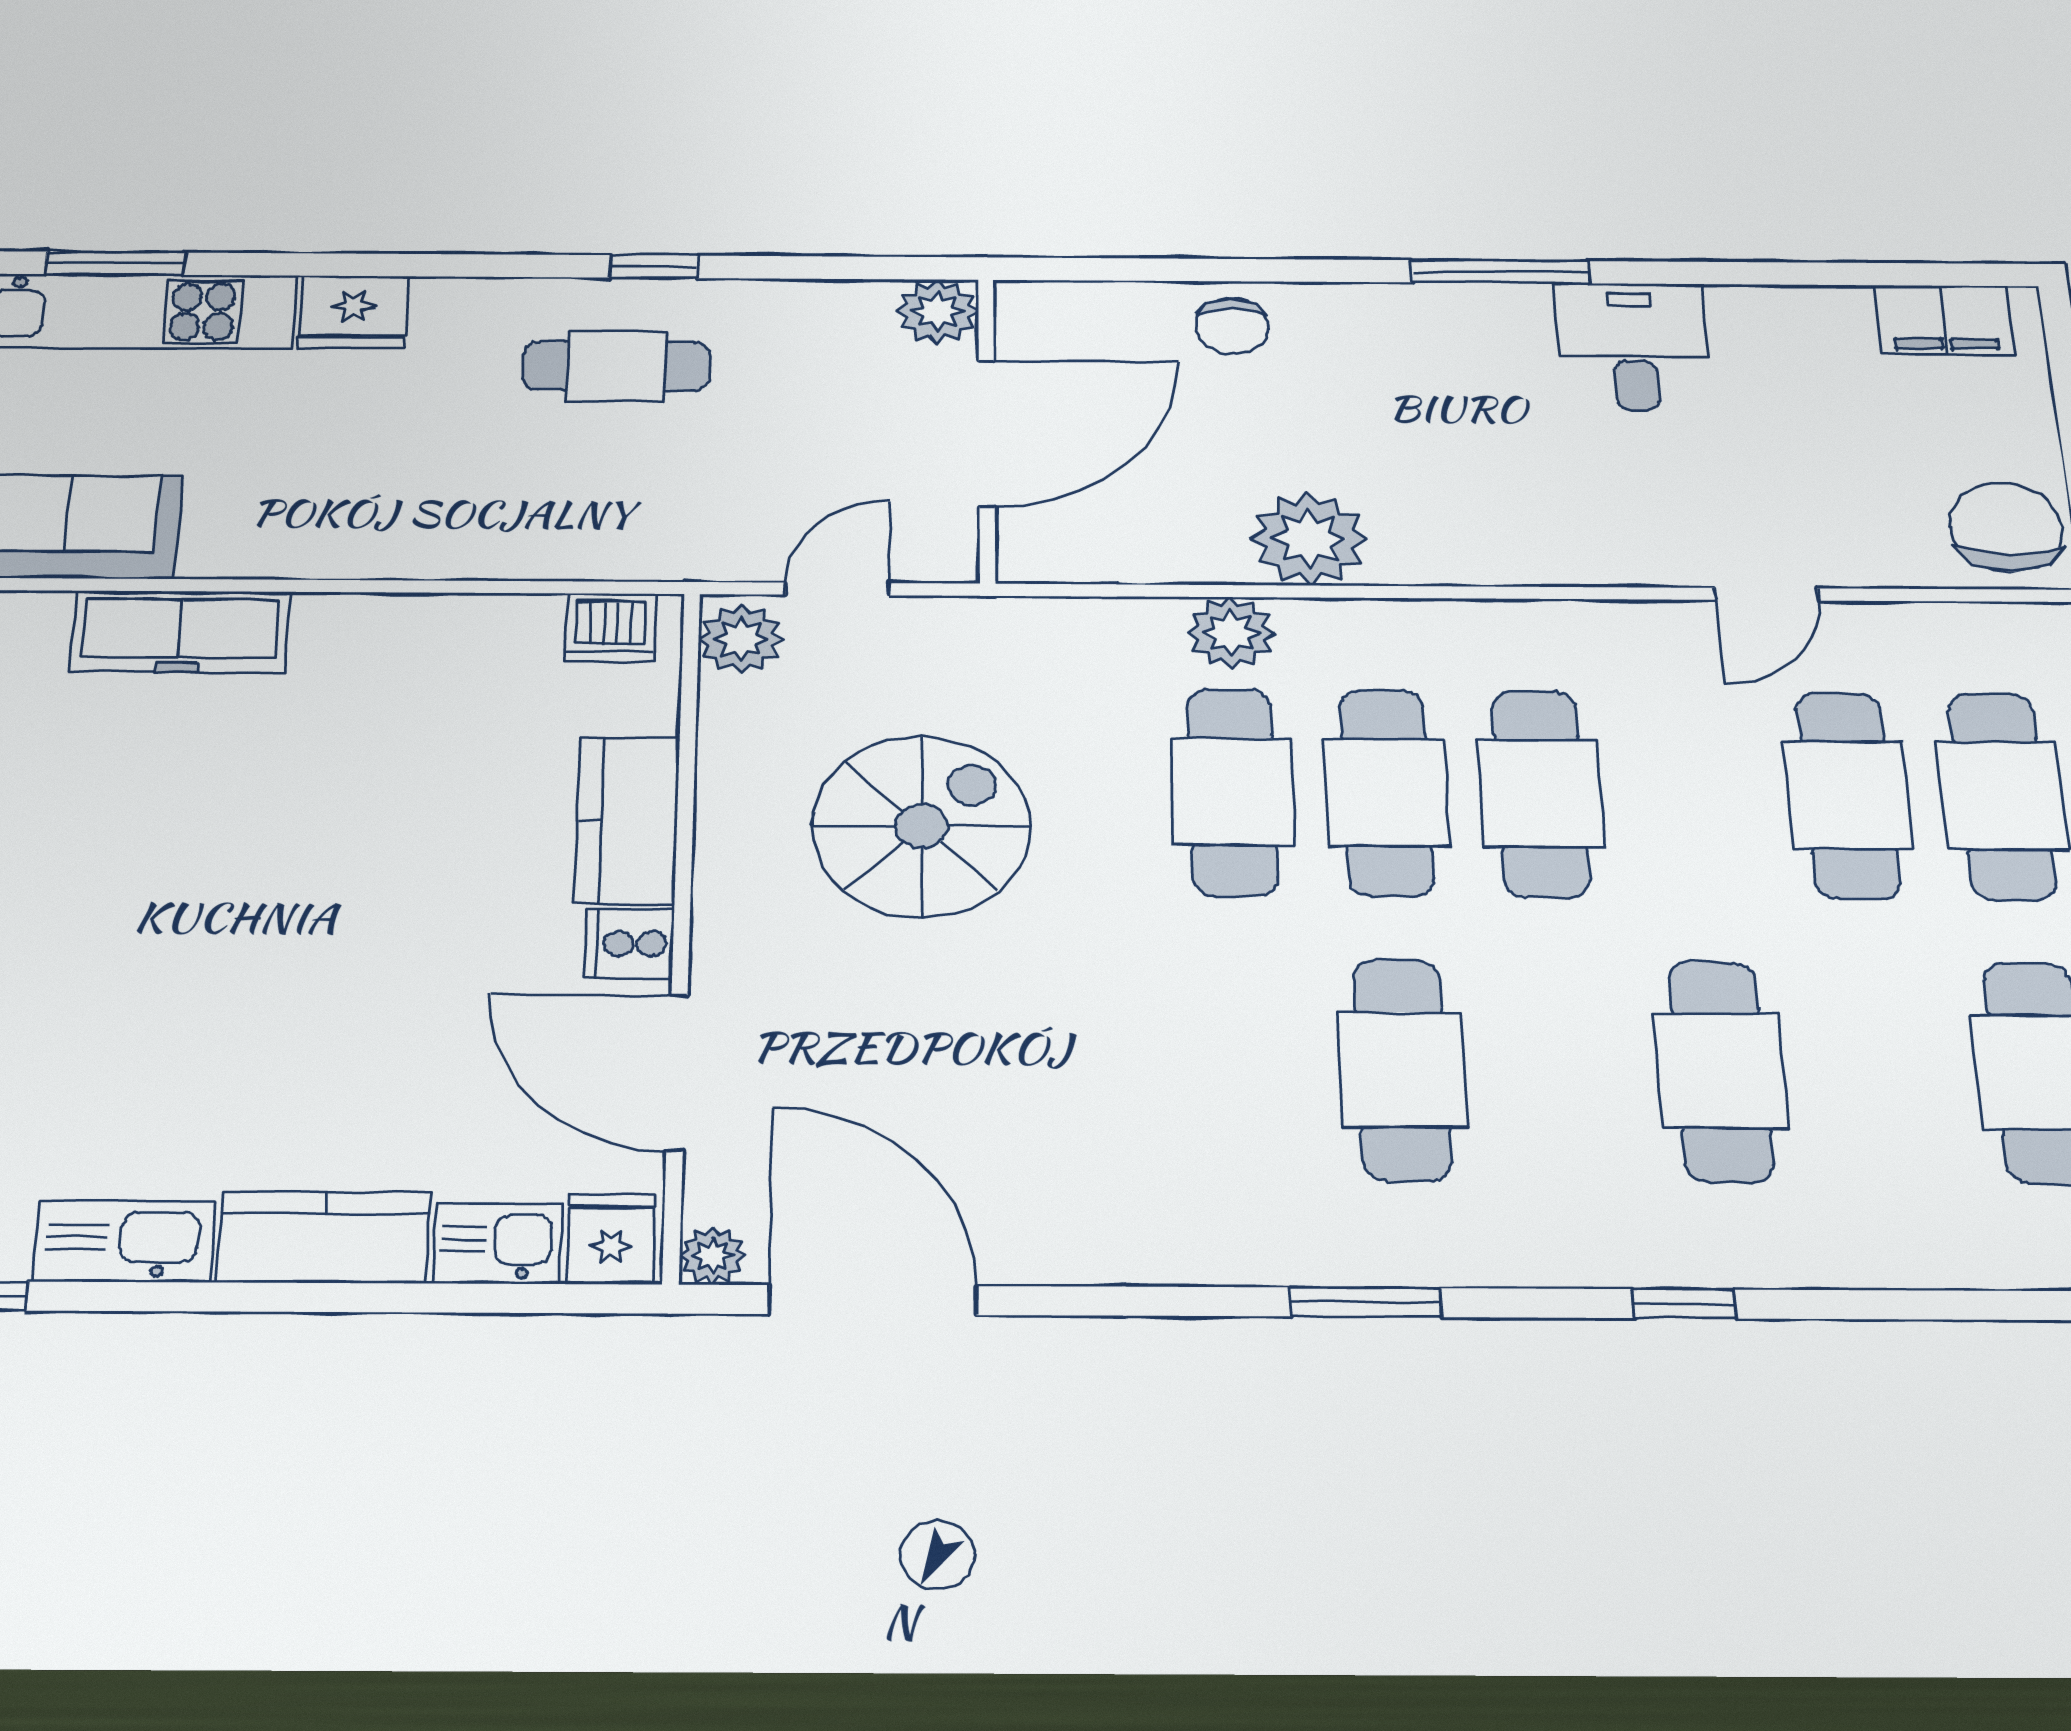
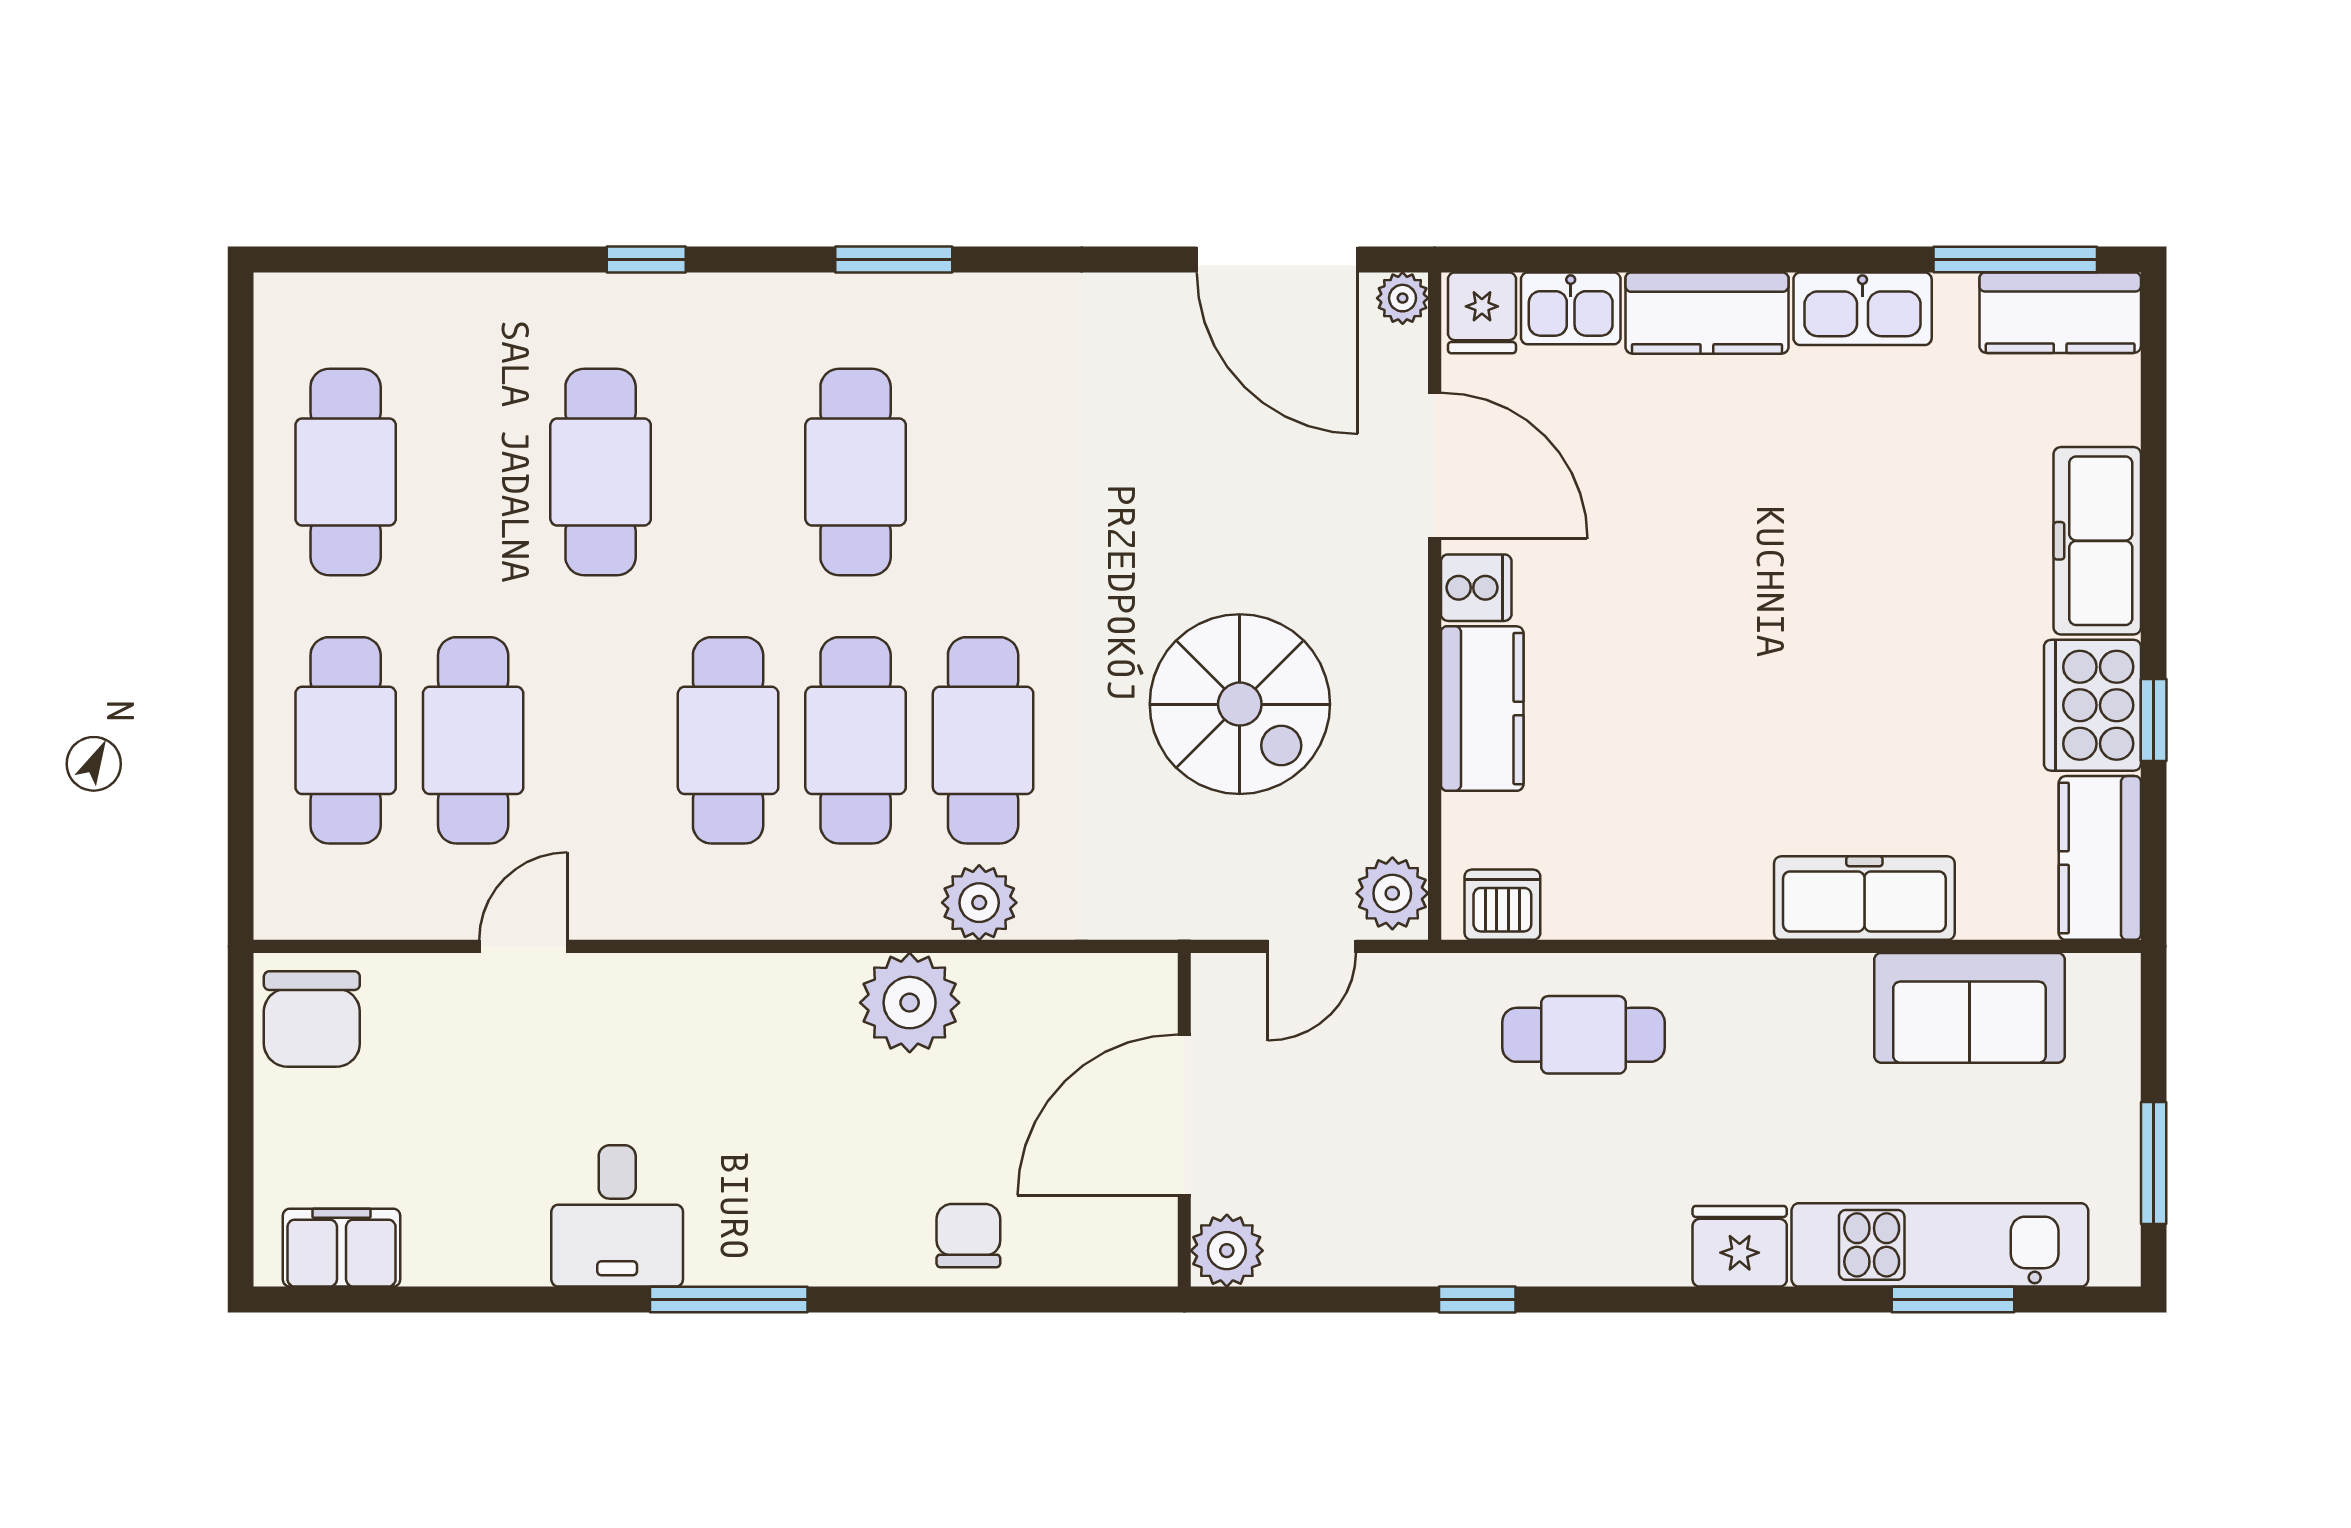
cafe table: (616, 366) -> (1583, 1035), moved
spiral stairs: (922, 826) -> (1240, 704), turned -90

